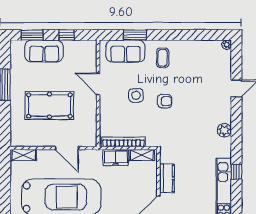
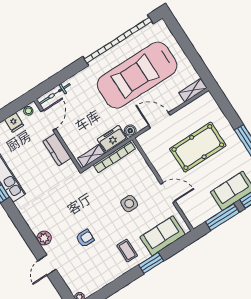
window: (66, 35) -> (222, 217), width x2.17
window: (135, 35) -> (151, 263), moved
armchair: (165, 101) -> (85, 238), moved, turned 180
plant: (224, 130) -> (44, 238), moved
boiler: (96, 155) -> (130, 131), added

